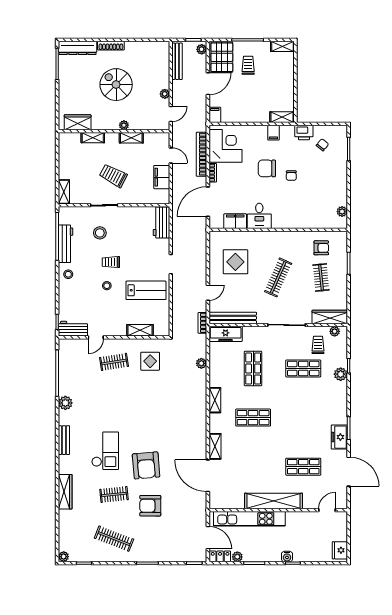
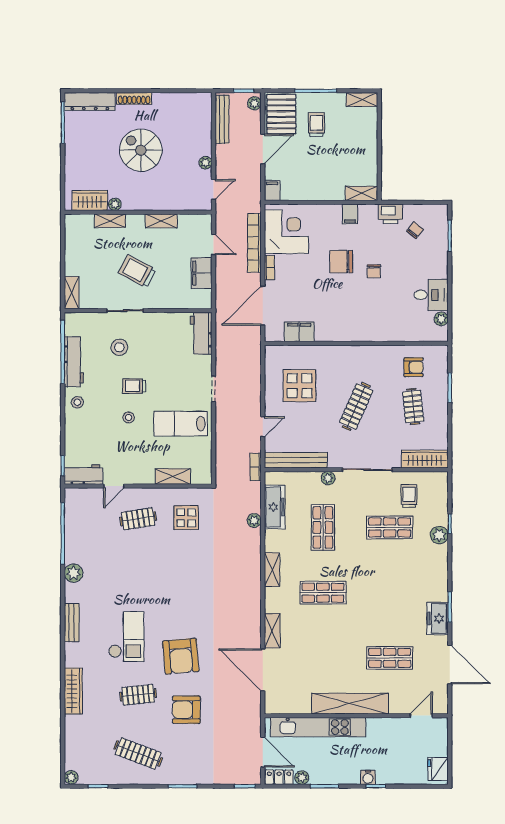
plant: (124, 125) -> (115, 204), moved
desk: (259, 216) -> (431, 295), moved, turned -90
lab bench: (146, 290) -> (181, 424), turned 180
plant: (335, 331) -> (328, 478), moved
freezer: (226, 334) -> (275, 507), moved, turned -90

